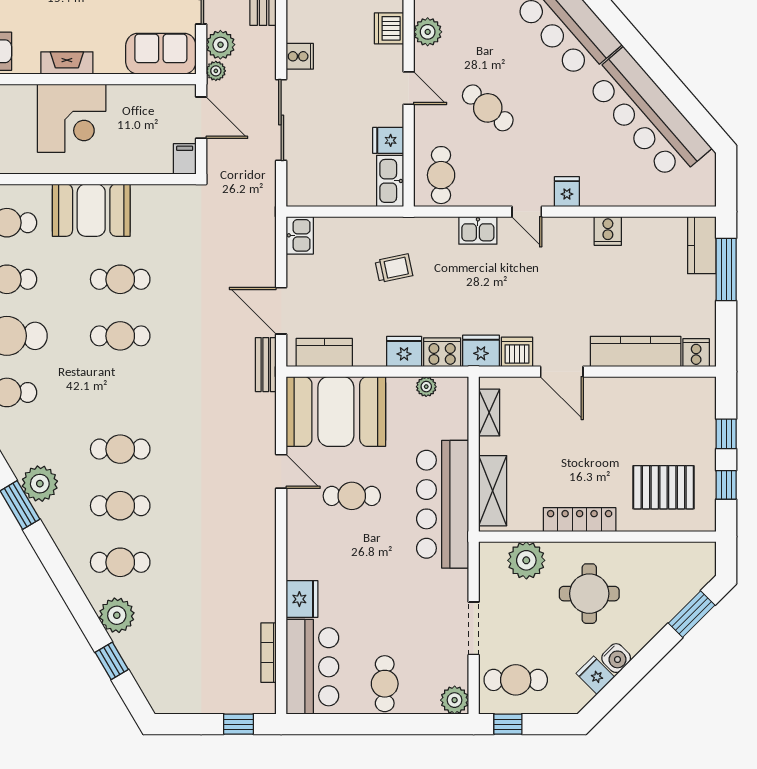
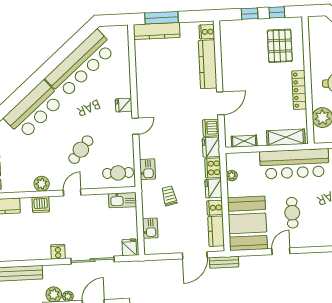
fridge: (388, 140) -> (129, 247), moved, turned 180
kitchen sink: (478, 230) -> (148, 169), moved
cooker: (608, 231) -> (215, 208), moved, turned 180
kitchen sink: (300, 235) -> (150, 228), moved, turned 90
kitchen counter: (702, 245) -> (157, 31), width x1.50

